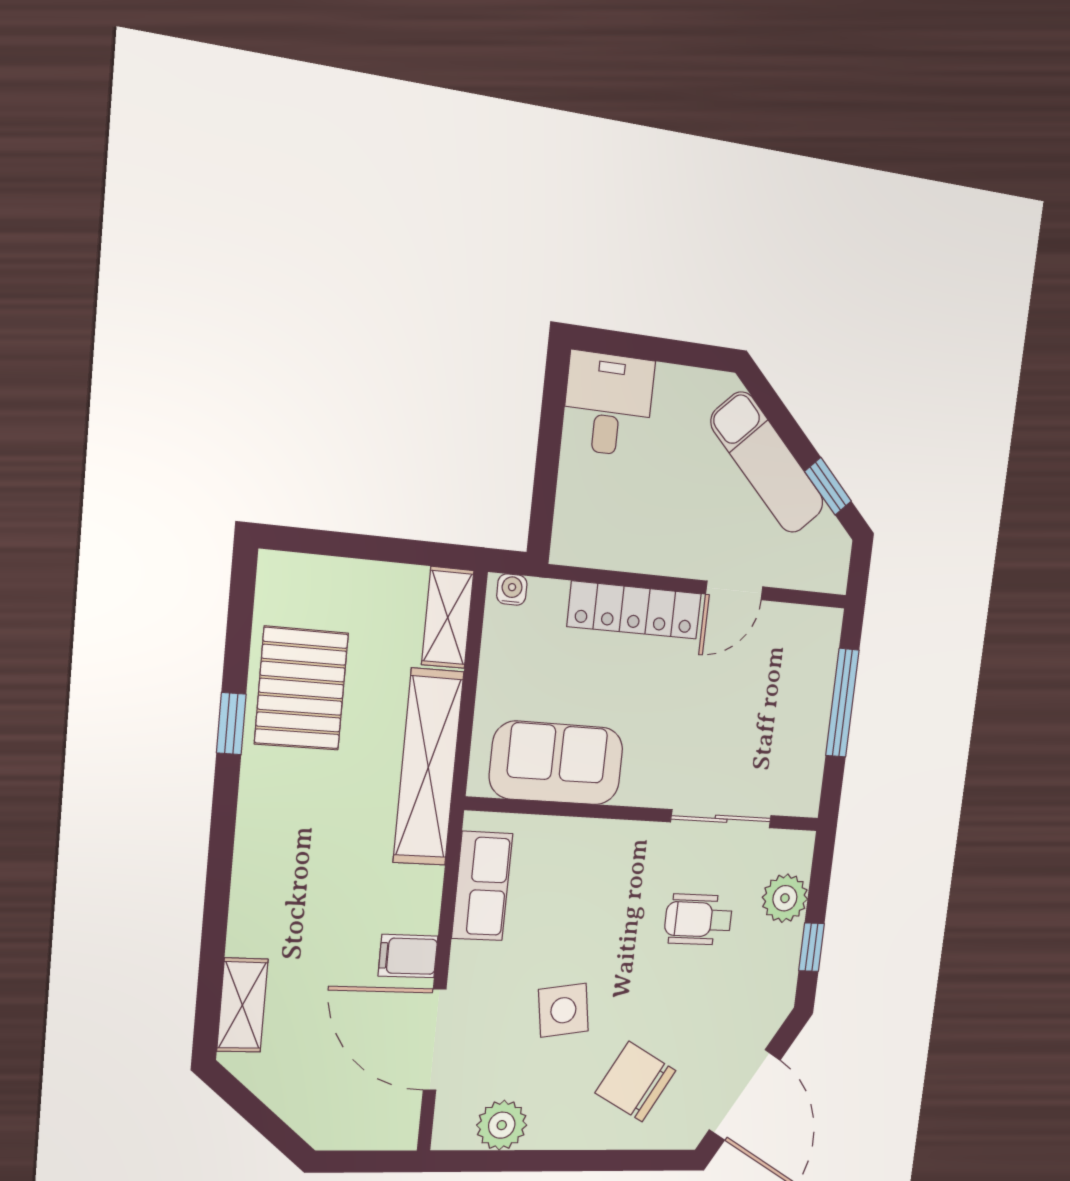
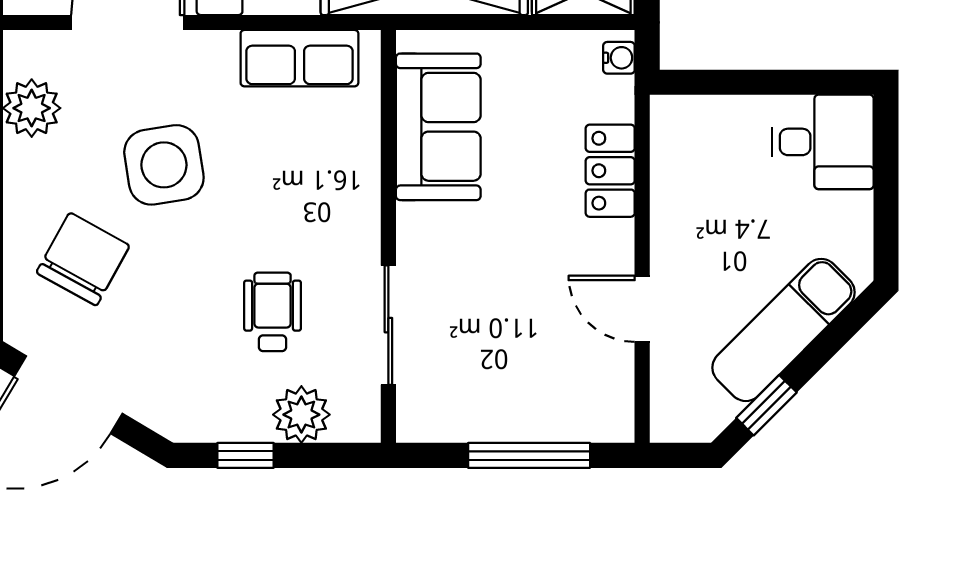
locker: (635, 610) -> (610, 171), width x0.66
side table: (563, 1010) -> (164, 165), width x1.37, depth x1.37

